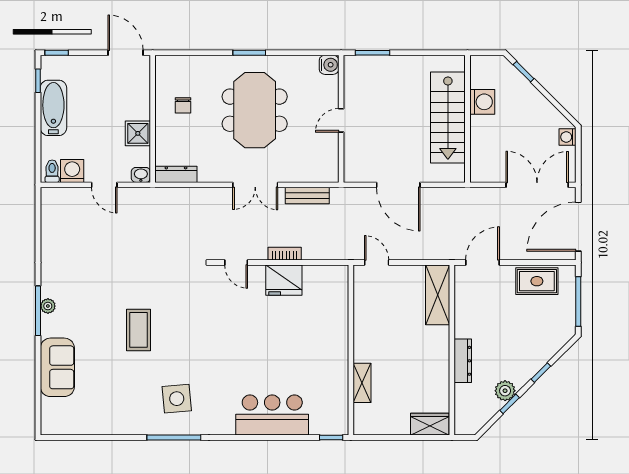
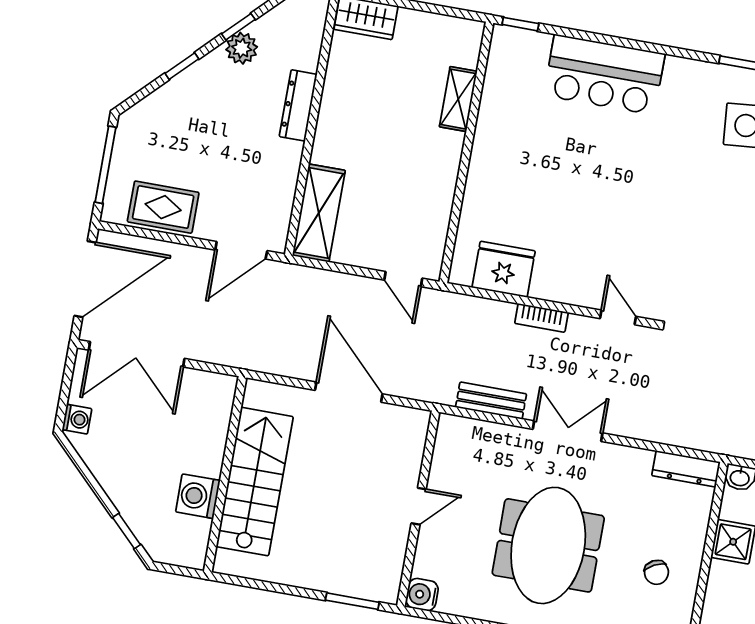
chair: (183, 105) -> (656, 572), turned 153
fridge: (284, 280) -> (504, 269), moved

